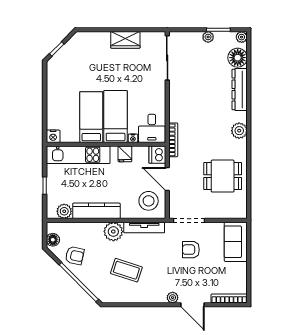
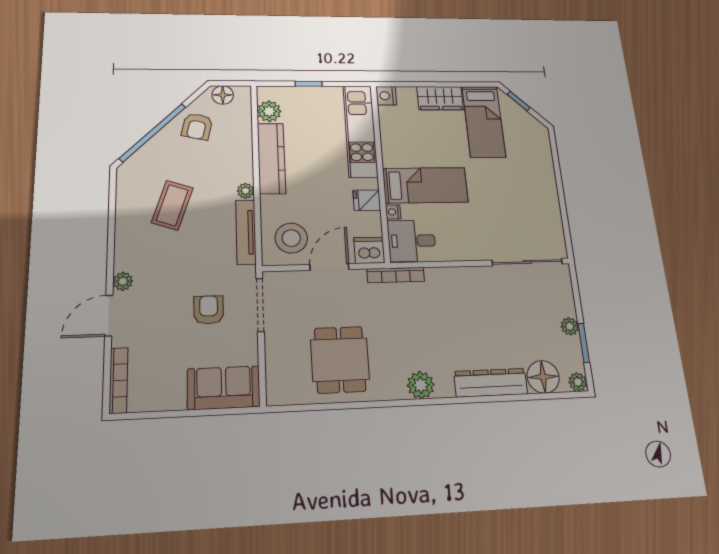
wardrobe: (125, 40) -> (440, 98), moved, turned -90
bed: (91, 117) -> (484, 122), moved, turned 90
plant: (113, 232) -> (246, 191), width x0.53, depth x0.53

